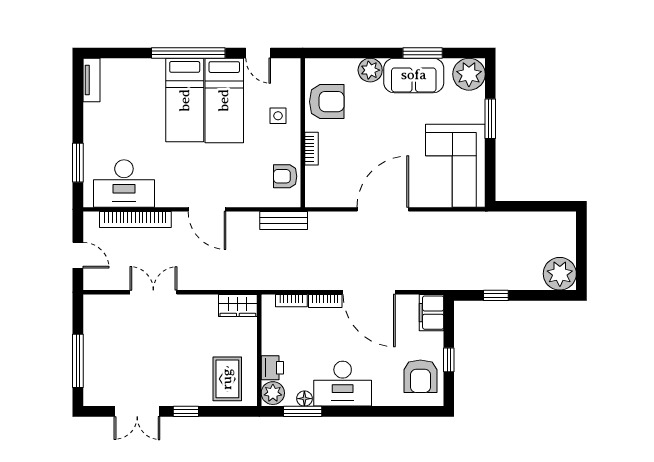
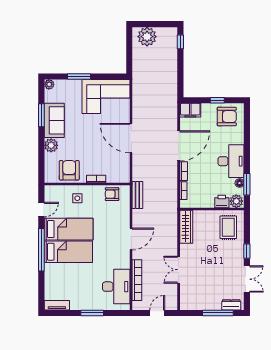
plant: (469, 74) -> (49, 84), width x0.53, depth x0.53
window: (78, 163) -> (92, 313), moved
armchair: (285, 176) -> (112, 194), turned 90
plant: (560, 274) -> (147, 37), moved
window: (496, 295) -> (180, 42), moved
wardrobe: (238, 306) -> (186, 227), width x1.50
rug: (227, 379) -> (228, 227), turned 90
dresser: (92, 384) -> (231, 305), added

